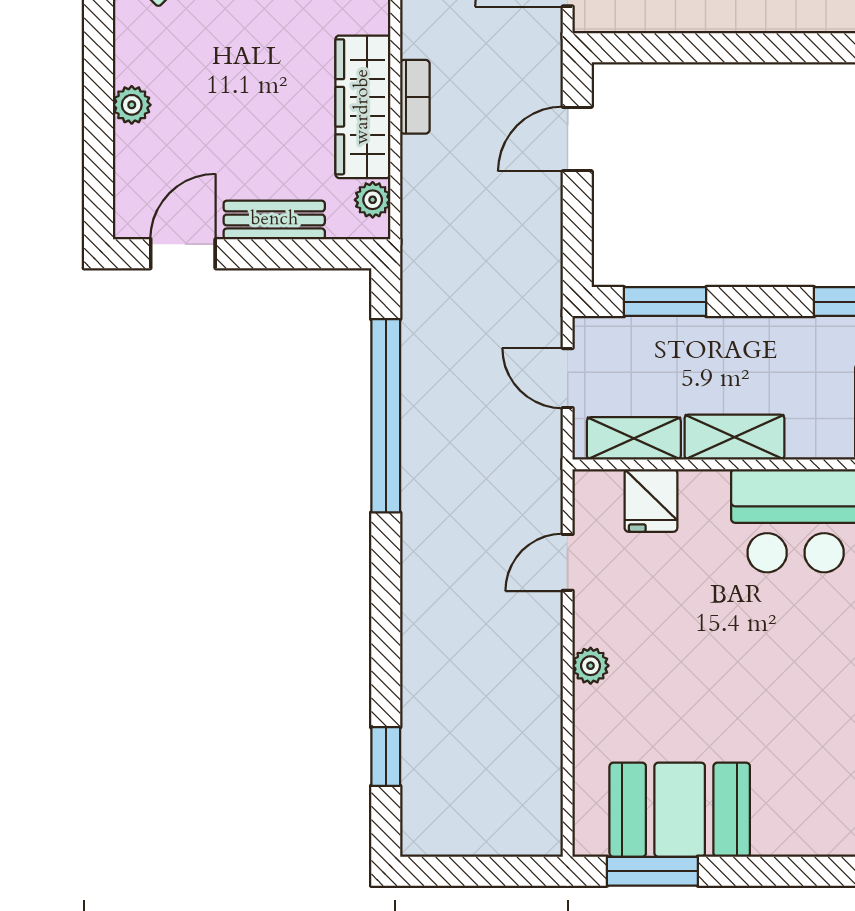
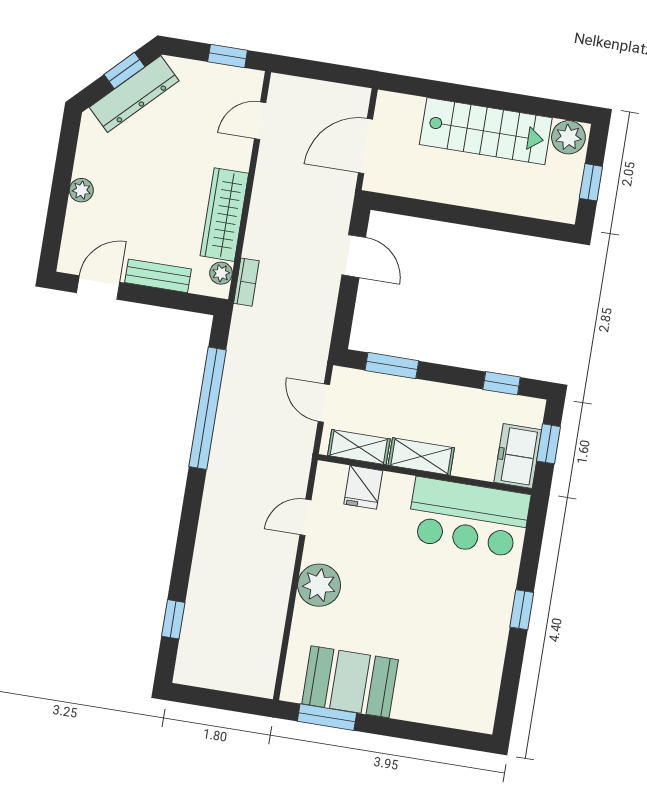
bookcase: (415, 97) -> (246, 282), moved
door: (577, 139) -> (354, 256), swing flipped
plant: (591, 666) -> (319, 585), width x1.88, depth x1.88

